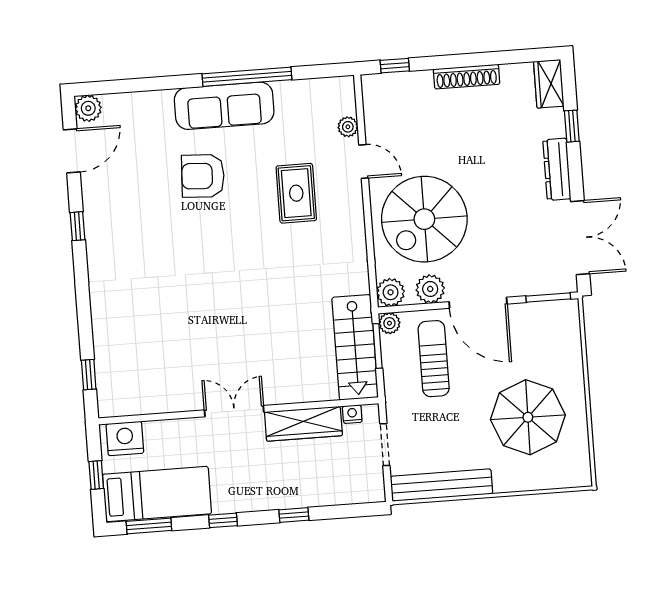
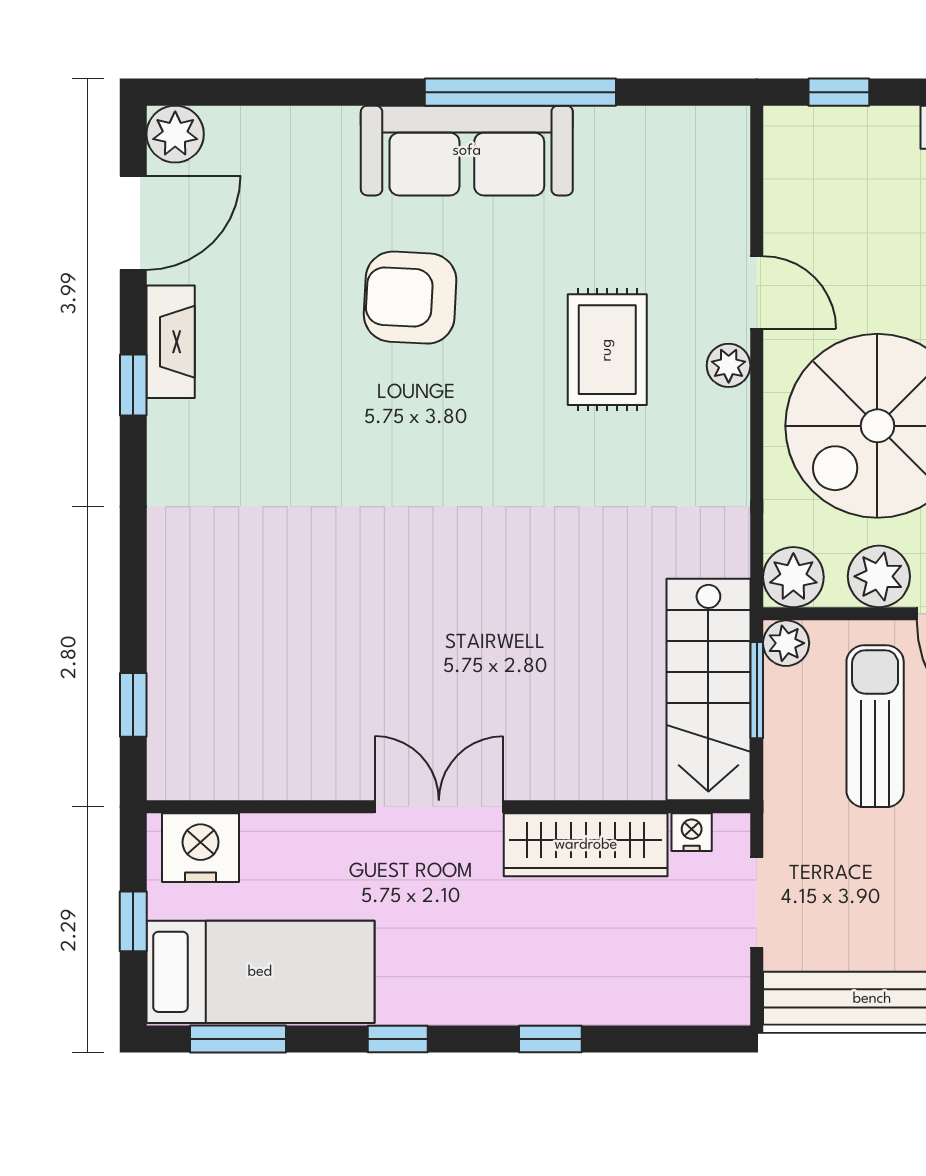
plant: (348, 127) -> (729, 365), moved
fireplace: (93, 205) -> (171, 342), added

